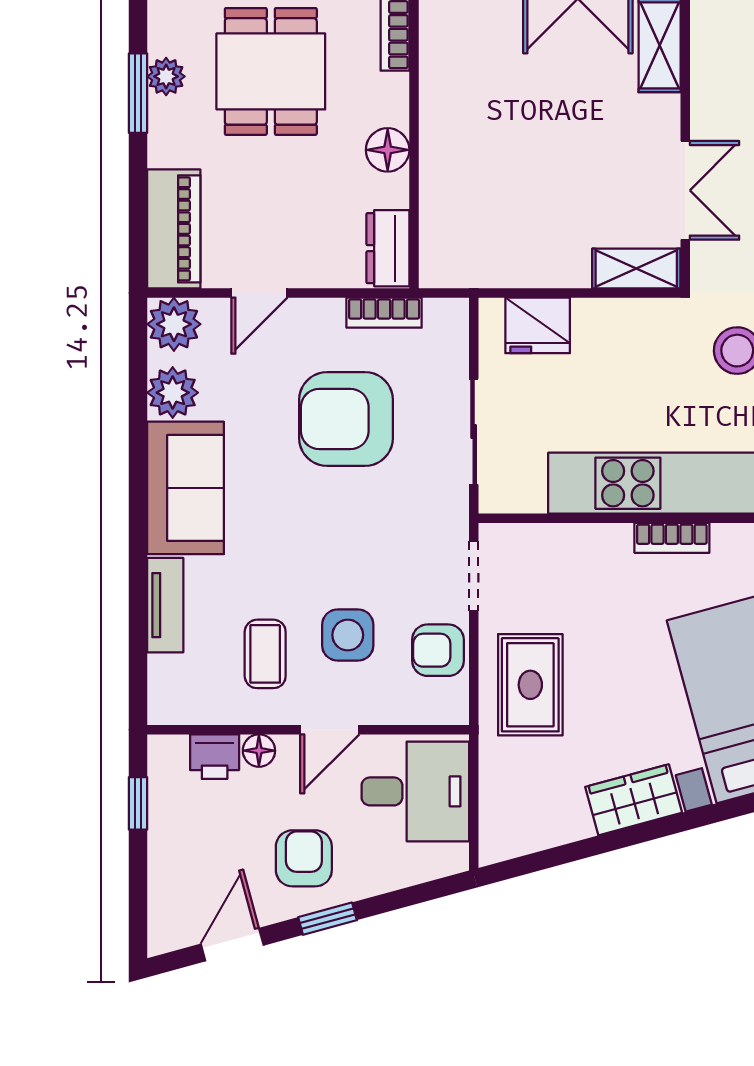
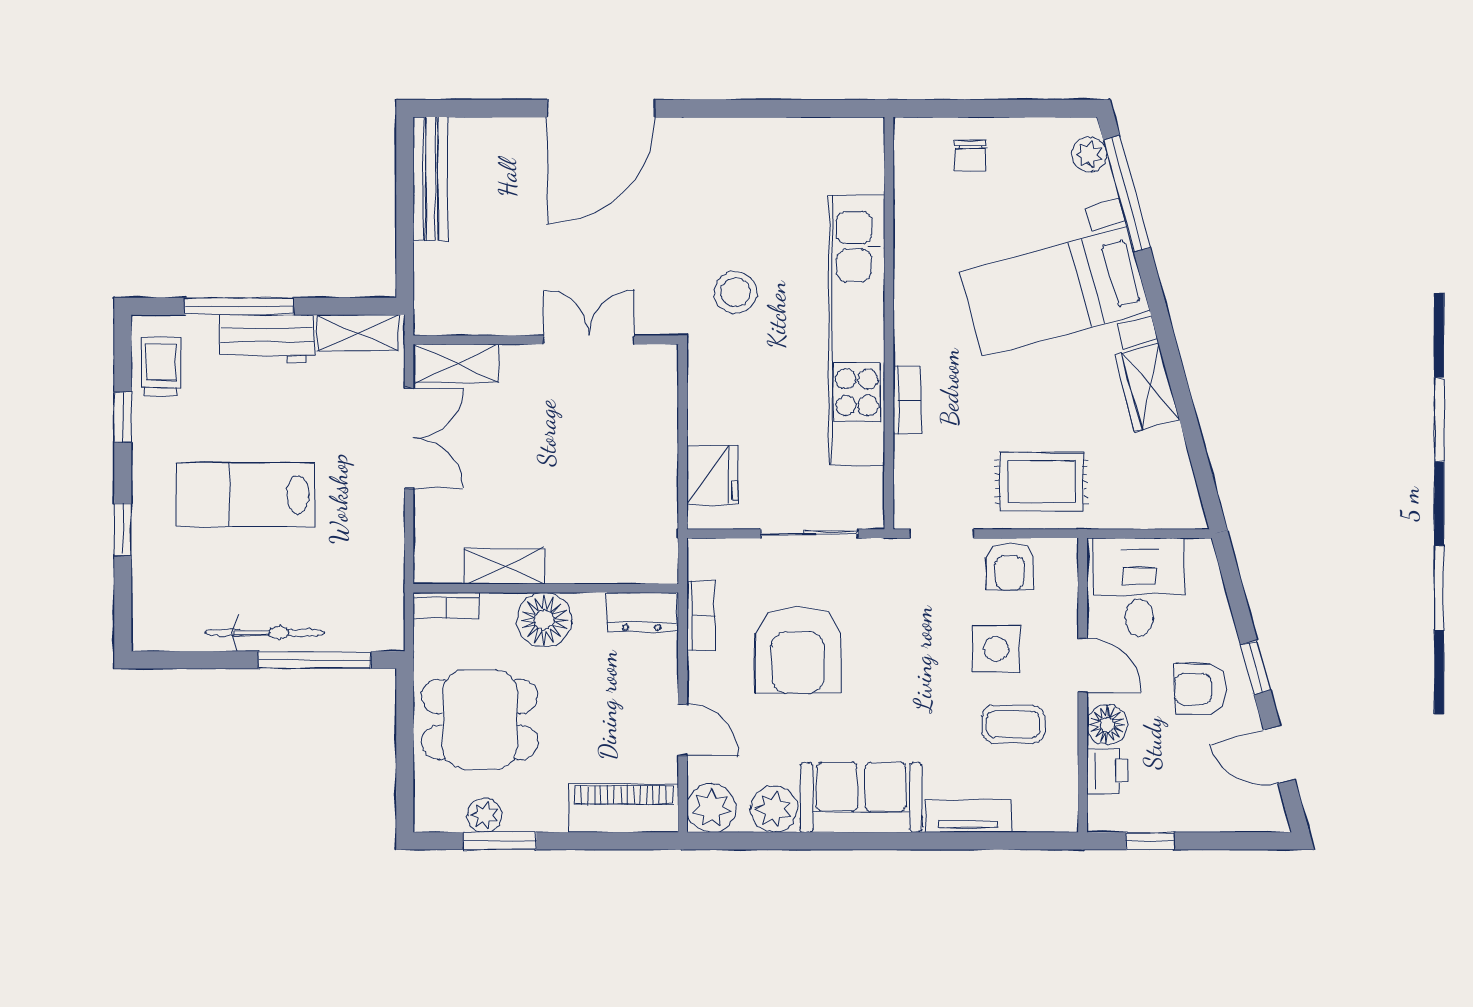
floor lamp: (388, 150) -> (544, 620), width x1.38, depth x1.38
shelving: (636, 269) -> (505, 566), moved, turned 90
bookcase: (672, 538) -> (907, 400), moved
floor lamp: (259, 751) -> (1107, 725), width x1.37, depth x1.37

